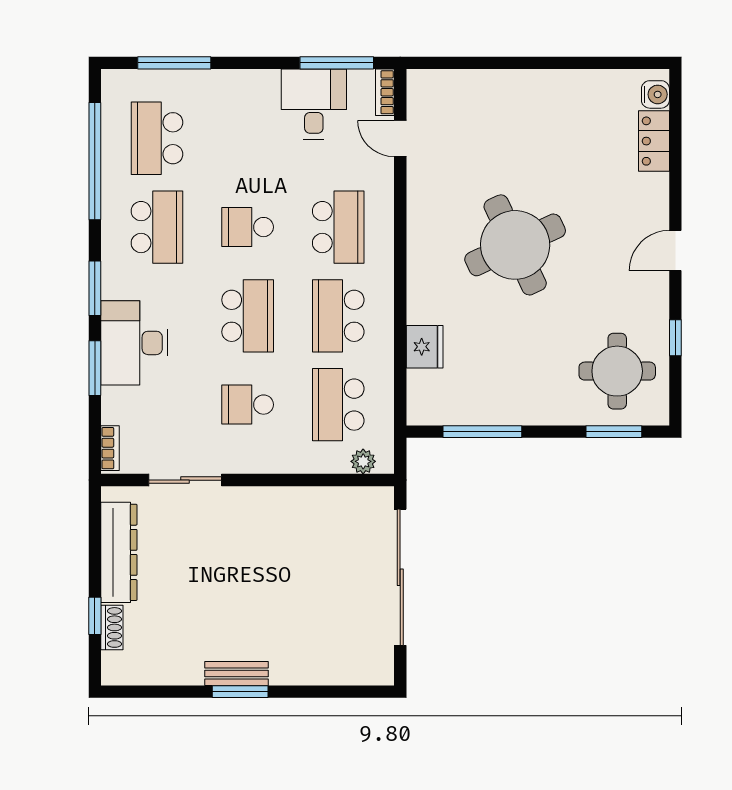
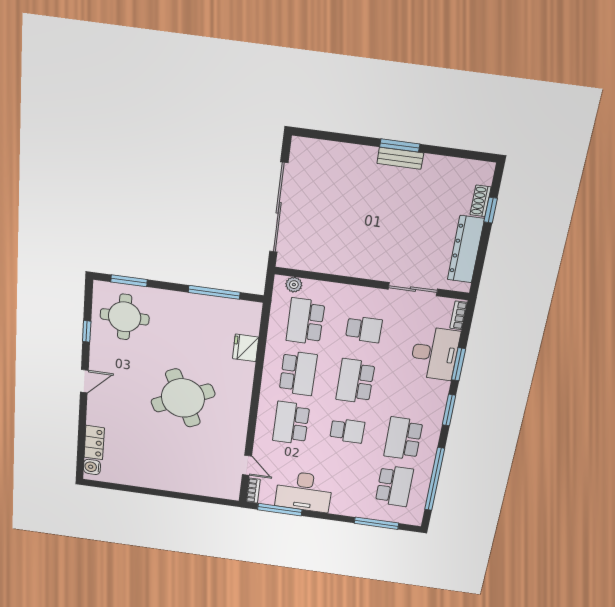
desk: (314, 104) -> (304, 492), width x1.37
desk: (134, 343) -> (435, 353), moved
school desk: (338, 405) -> (305, 321), turned 180

